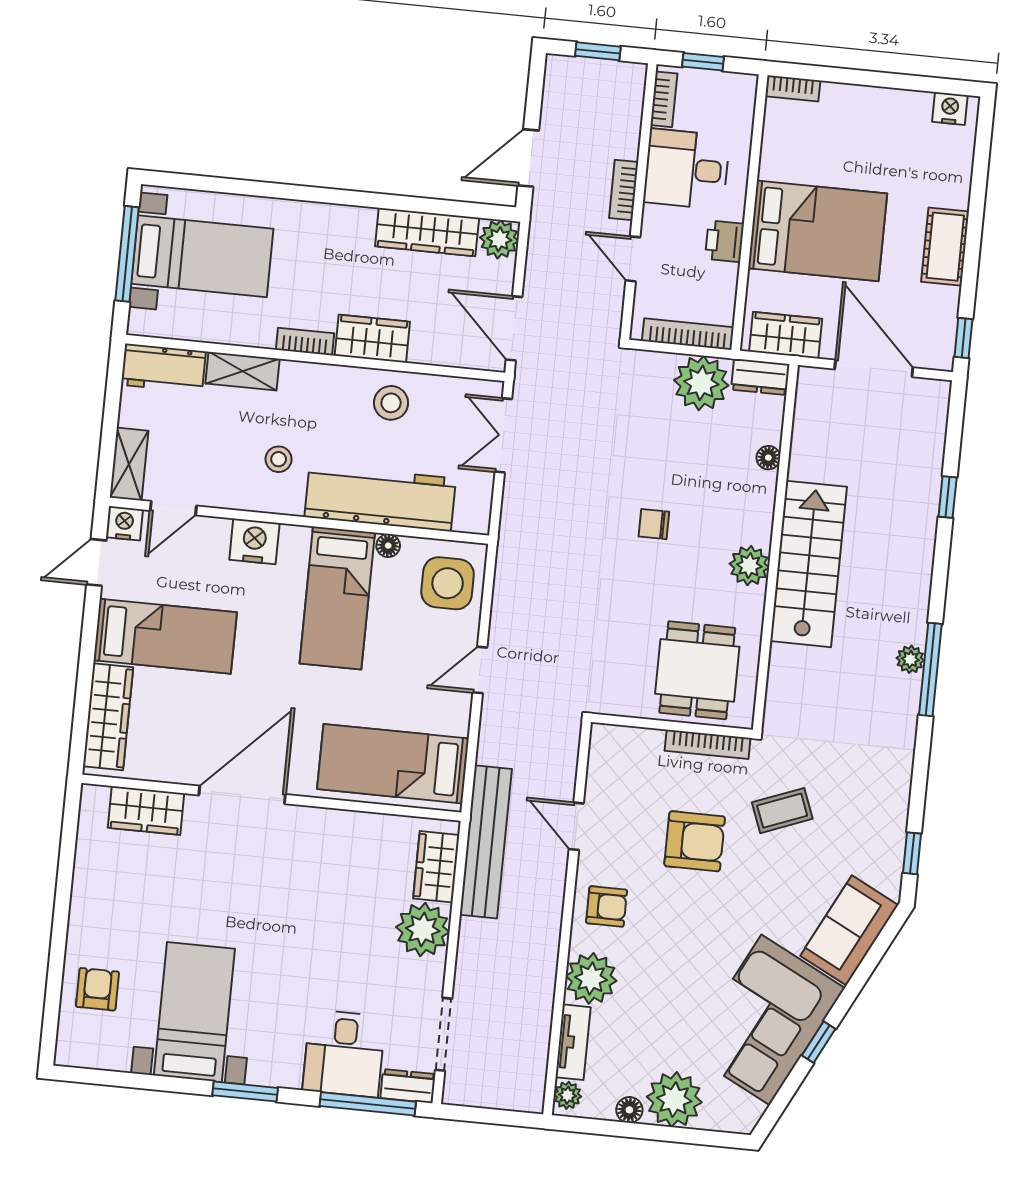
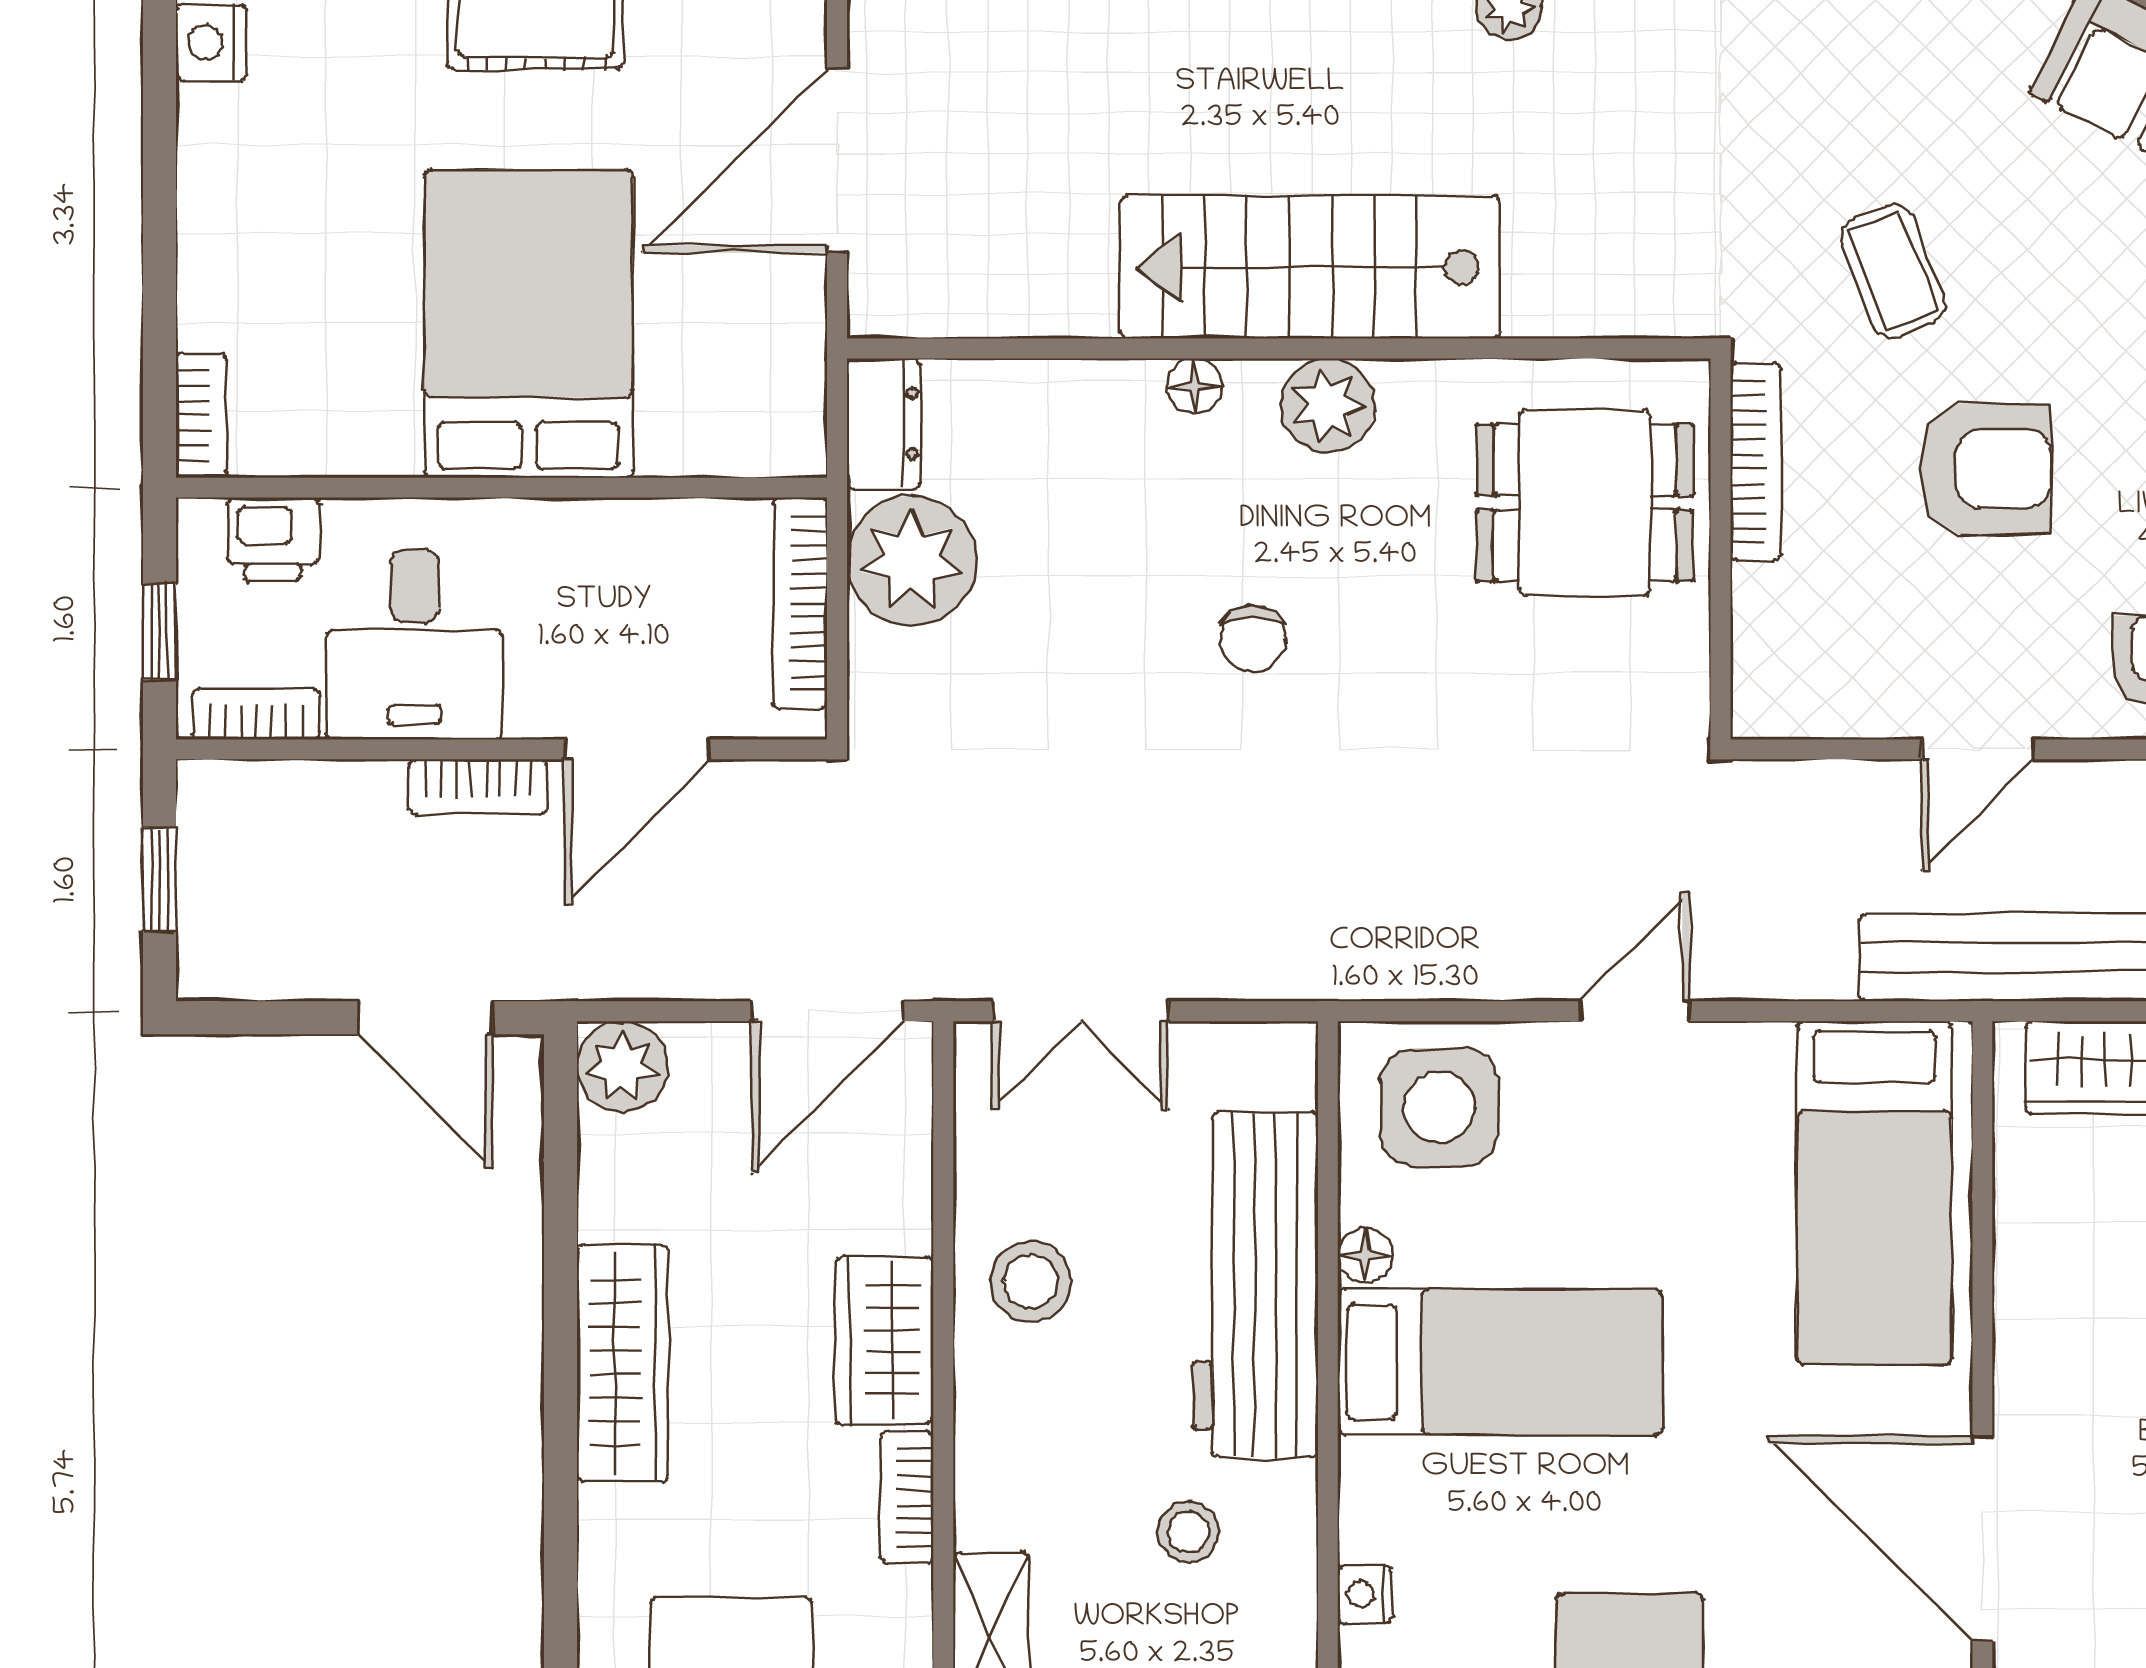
wardrobe: (427, 232) -> (623, 1363), moved
printer: (724, 241) -> (273, 539), moved
door: (633, 259) -> (637, 749), width x1.38
wardrobe: (786, 335) -> (780, 374), removed
floor lamp: (768, 458) -> (1194, 386), moved
nightstand: (254, 541) -> (1365, 1595), width x0.53, depth x0.56
door: (480, 670) -> (1635, 1011), swing flipped
armchair: (695, 841) -> (1985, 469), turned 90

